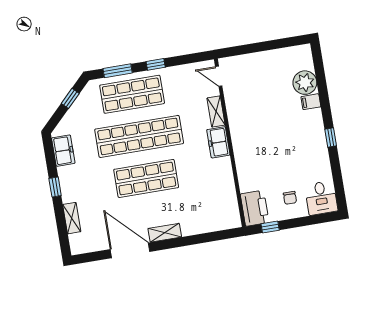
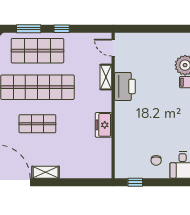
freezer: (218, 142) -> (104, 125), moved
shop shelf: (146, 178) -> (37, 124), width x0.70, depth x0.74
printer: (255, 208) -> (125, 86), moved

